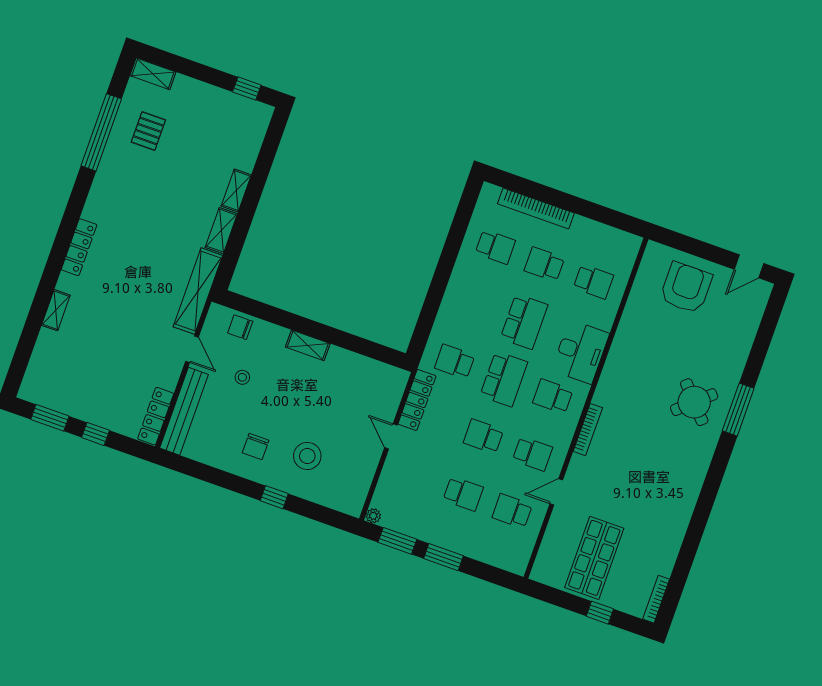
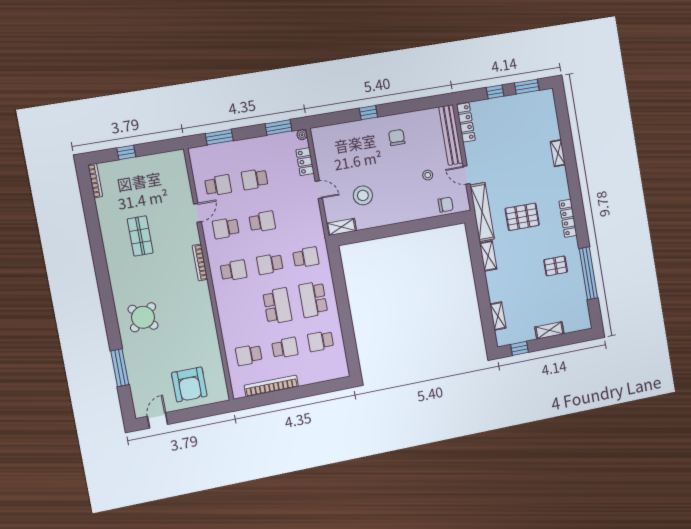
shelving: (153, 74) -> (549, 330), moved
pallet: (148, 131) -> (556, 266), moved, turned 90
shelving: (236, 191) -> (498, 316), moved
bookcase: (536, 208) -> (271, 386), moved
locker: (79, 247) -> (568, 218), moved
pallet: (149, 255) -> (522, 217), added
school desk: (475, 304) -> (313, 299), added
school desk: (524, 322) -> (277, 306), turned 180
shelving: (308, 345) -> (341, 227), moved
desk: (580, 352) -> (232, 308), removed
school desk: (504, 379) -> (270, 264), width x0.54
locker: (417, 400) -> (305, 162), moved, width x0.66
window: (738, 410) -> (120, 368), moved
stool: (307, 456) -> (363, 195), moved
window: (443, 557) -> (219, 137), moved
shop shelf: (594, 558) -> (140, 236), moved, width x0.70, depth x0.74

